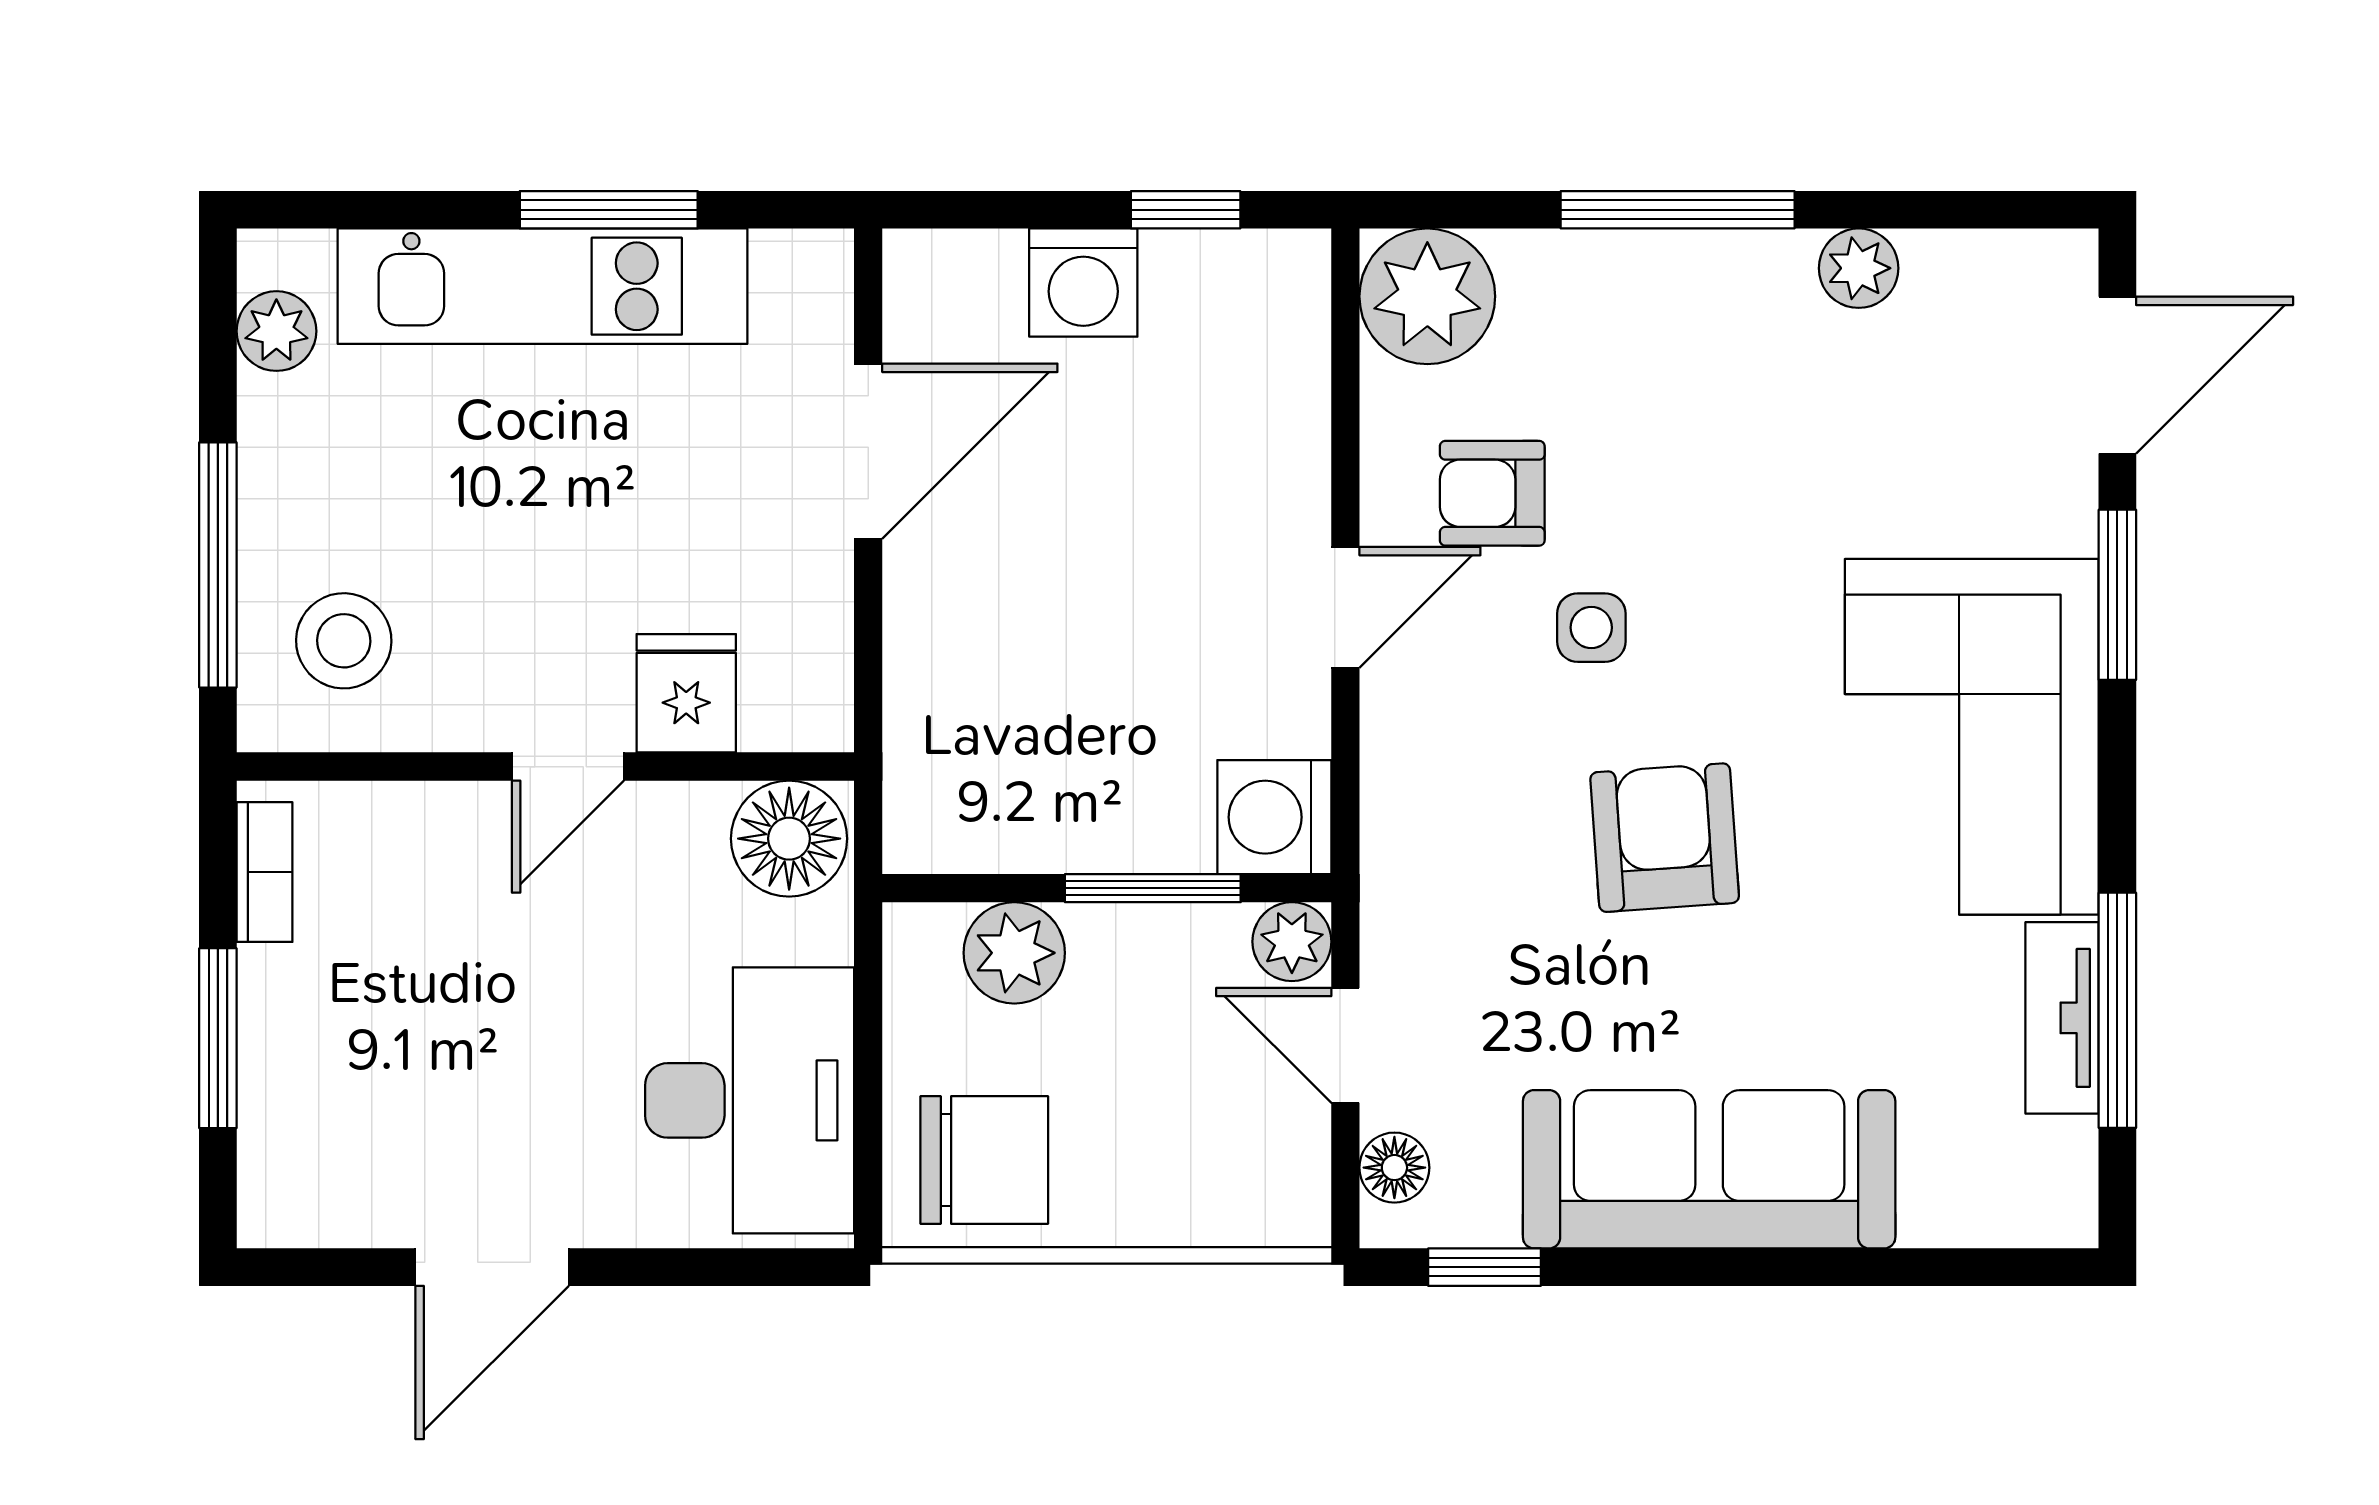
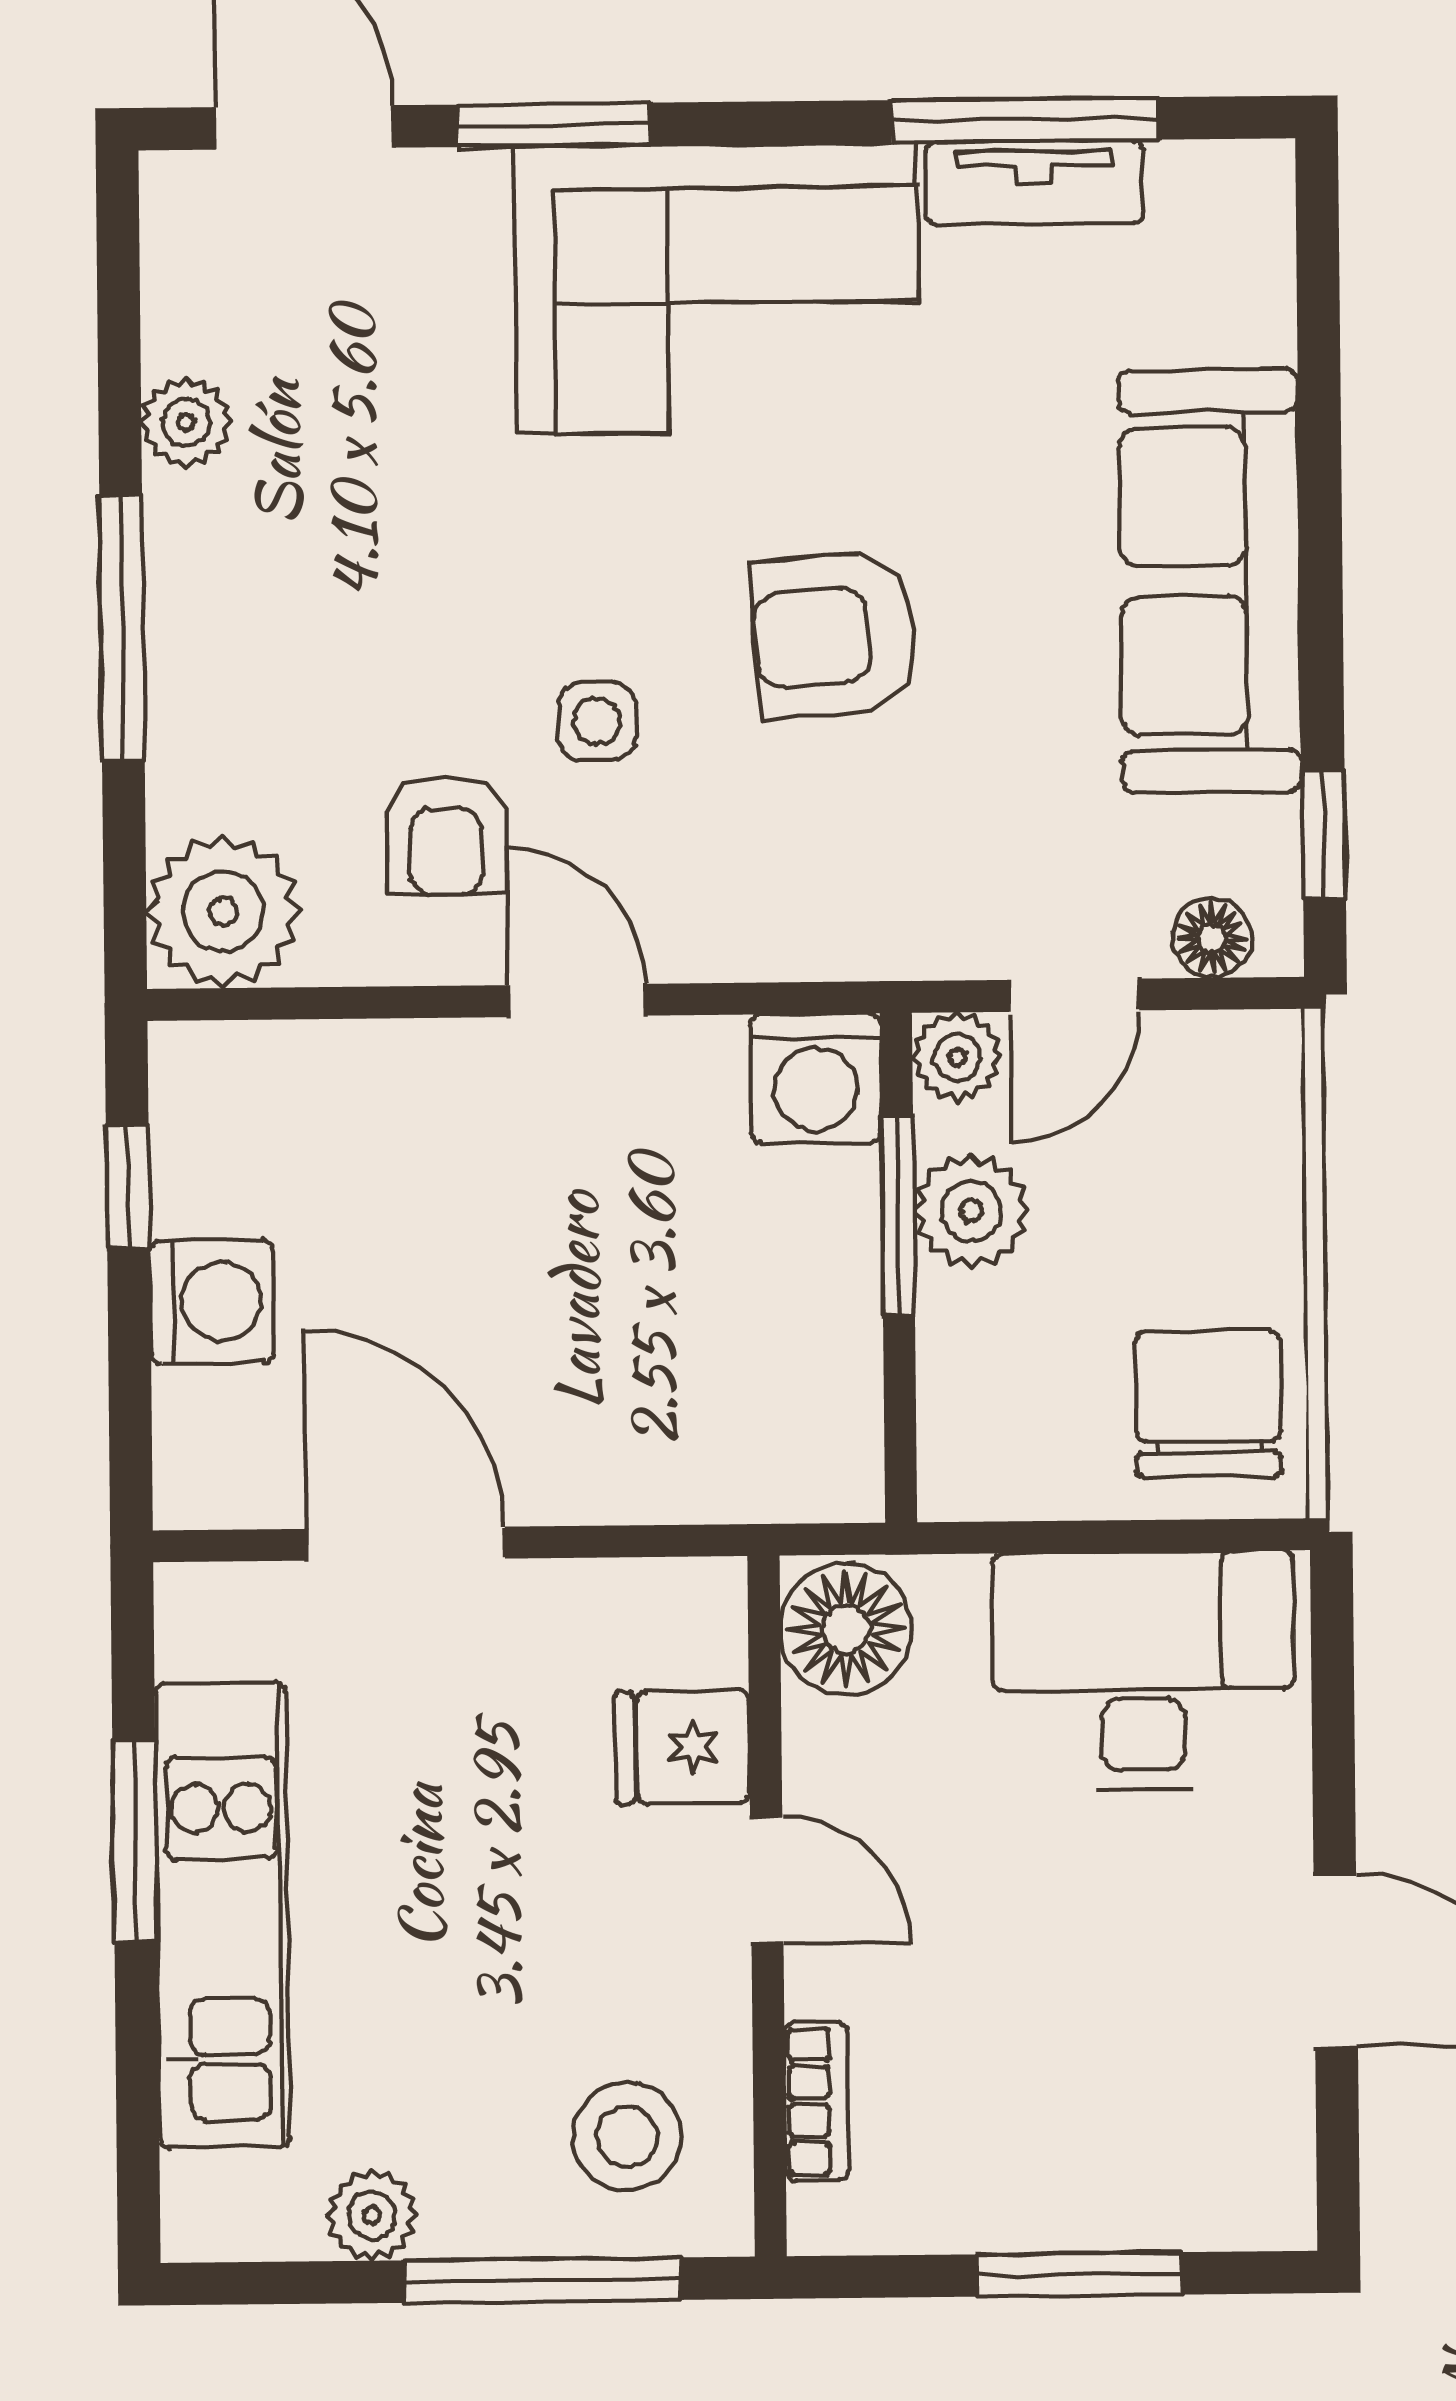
plant: (276, 331) -> (372, 2215), moved
bookcase: (265, 872) -> (817, 2101), moved, turned 90
plant: (1014, 953) -> (971, 1211), moved

